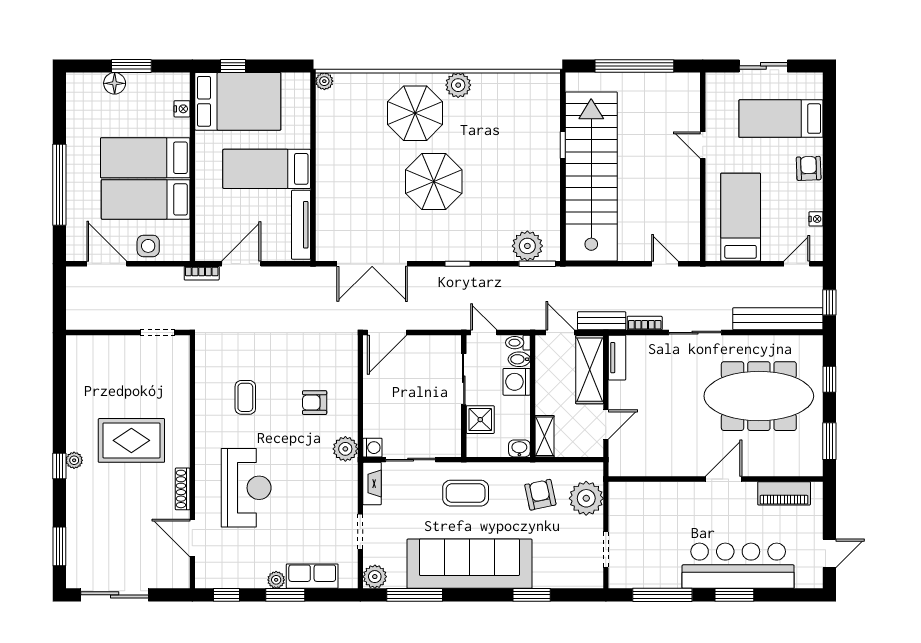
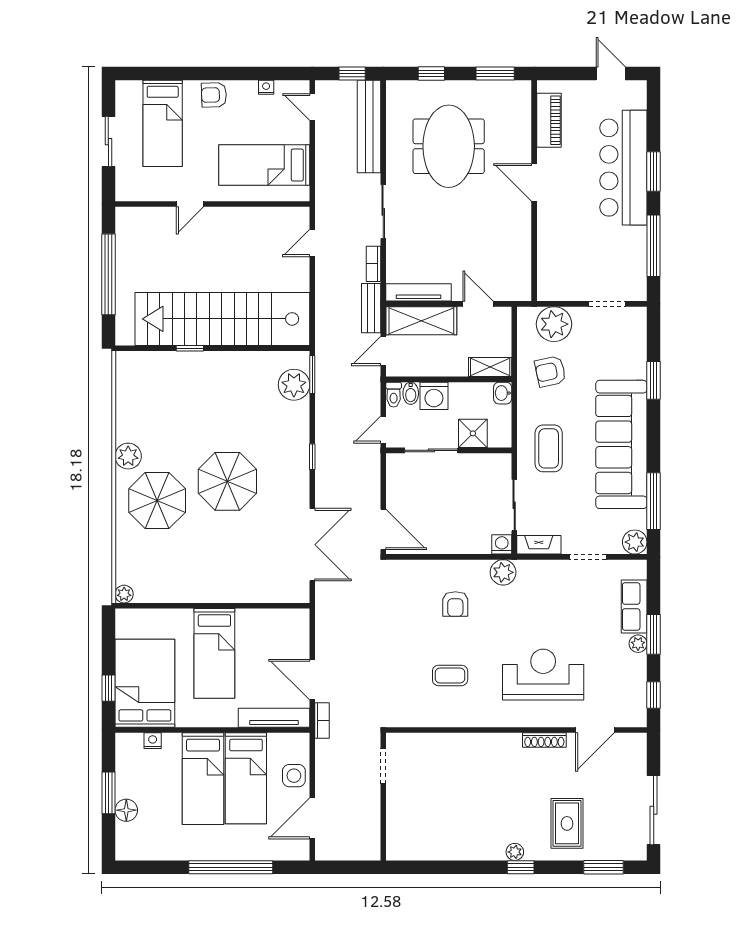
tv unit: (301, 225) -> (274, 718), moved, turned 180
tv unit: (617, 358) -> (419, 292), width x1.41
meeting table: (759, 396) -> (449, 146), width x0.73
rug: (131, 440) -> (567, 823), moved, width x0.73, depth x0.70

